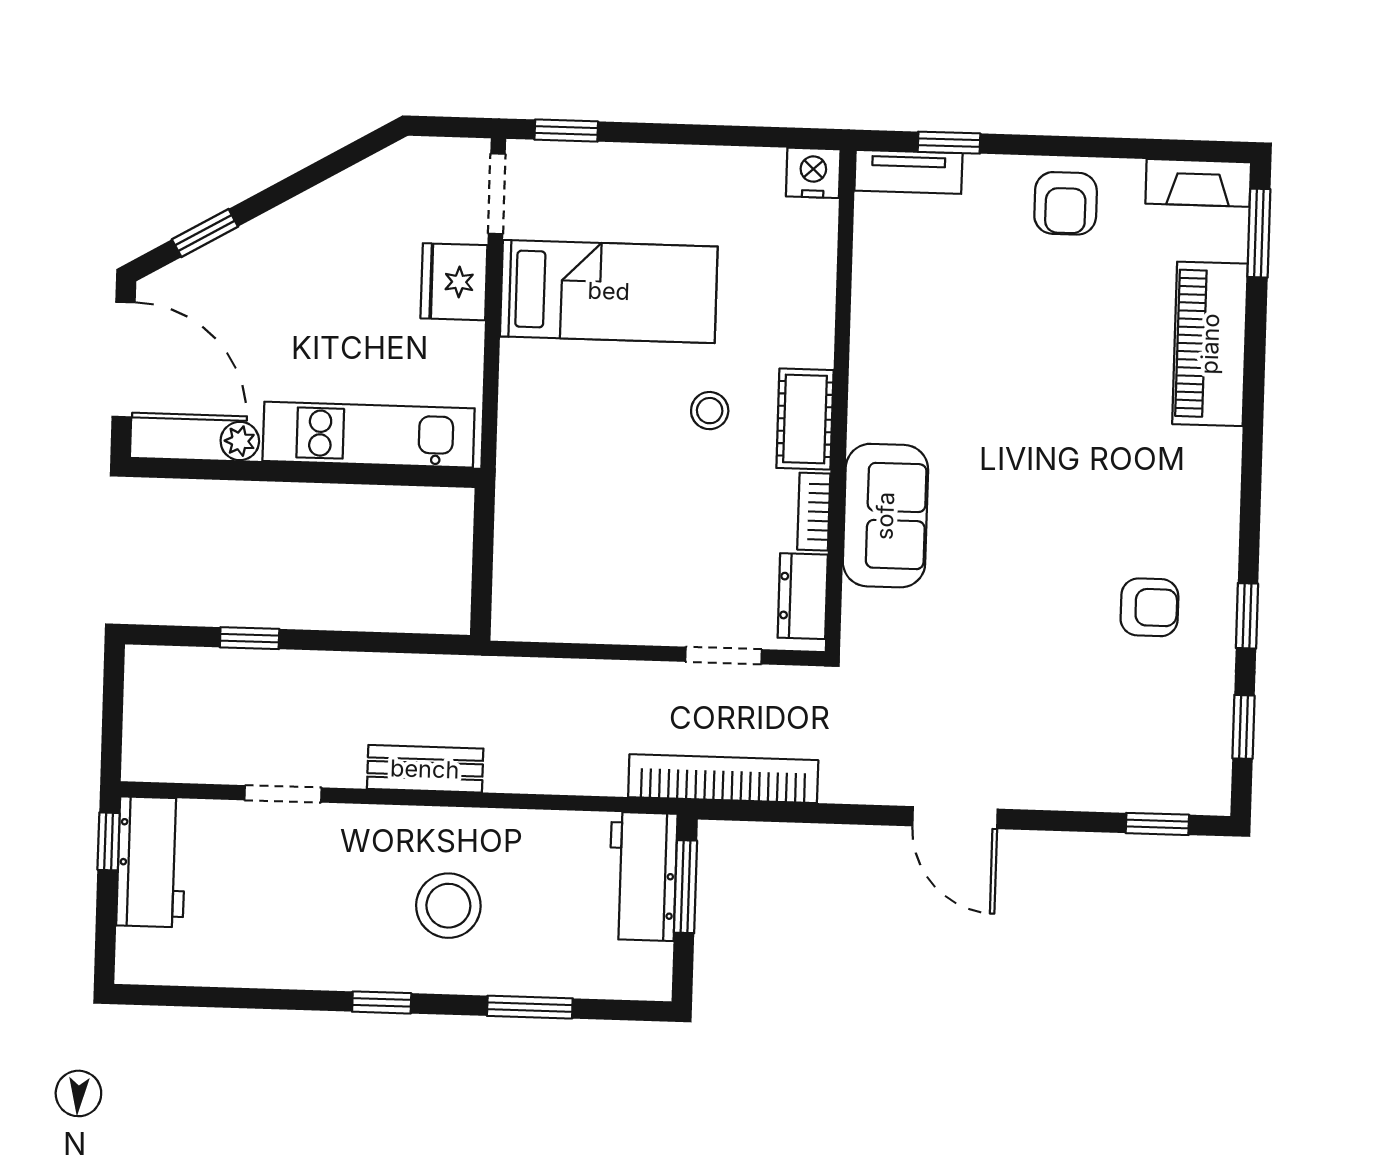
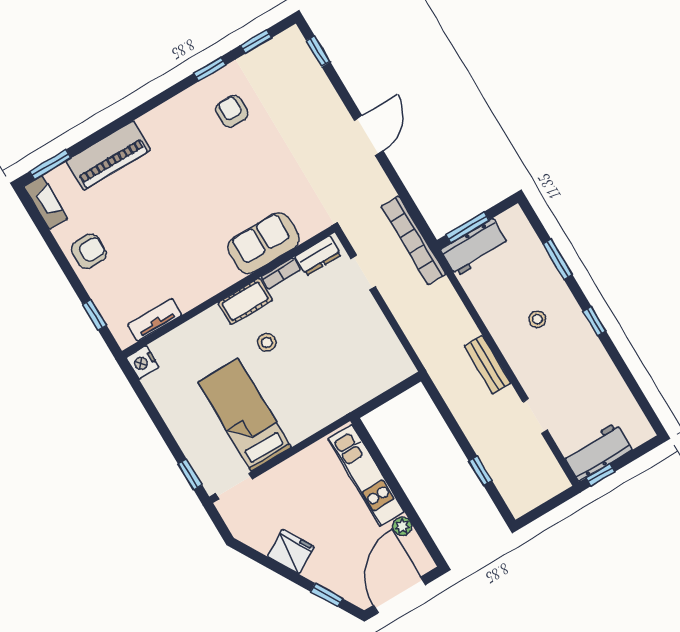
tv unit: (908, 172) -> (155, 320), moved, turned -90
fridge: (454, 282) -> (291, 551), moved, turned -120
stool: (448, 906) -> (537, 319), width x0.53, depth x0.53

